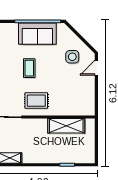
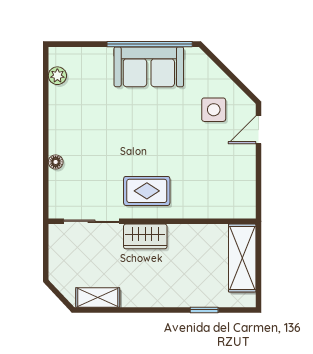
coffee table: (29, 68) -> (134, 131), removed
wardrobe: (35, 125) -> (145, 236), added
shelving: (66, 126) -> (242, 258), moved, turned 90

